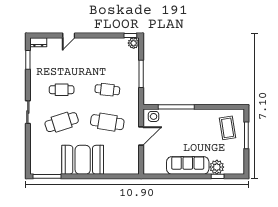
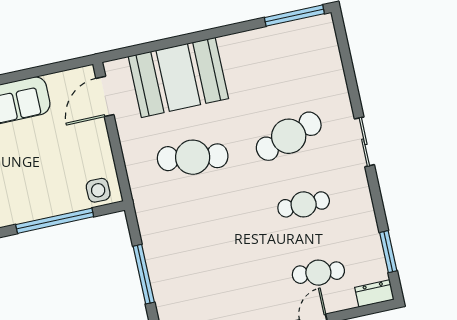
cafe table: (107, 90) -> (318, 273), moved
door: (141, 136) -> (105, 96), moved
booth: (83, 160) -> (178, 77), moved

